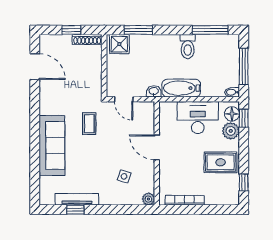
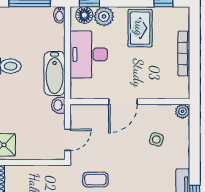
bookcase: (185, 200) -> (184, 54), moved

